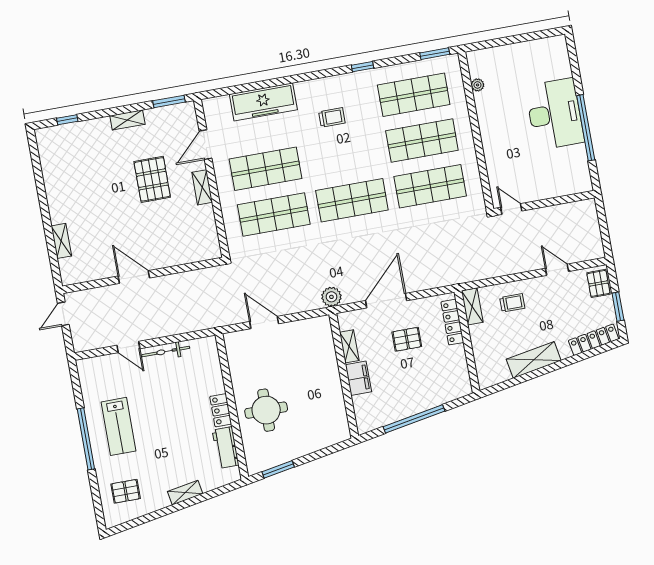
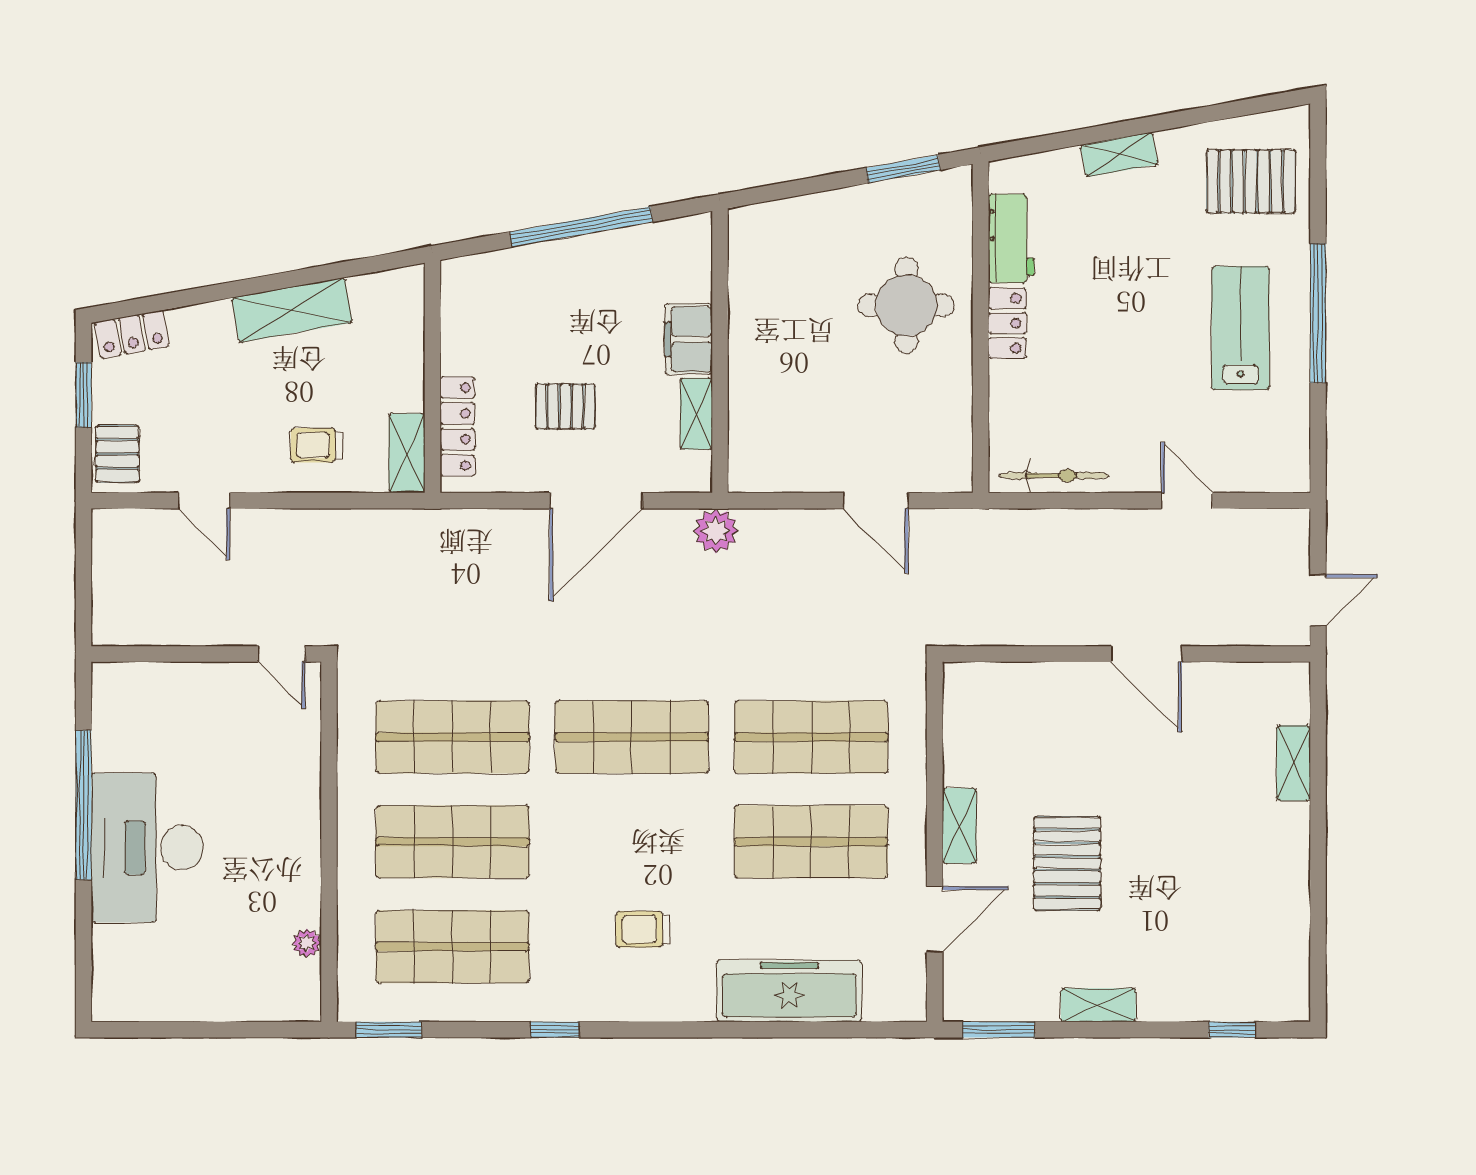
locker: (594, 340) -> (132, 334), width x0.66
bicycle: (166, 352) -> (1054, 476), moved
pallet: (126, 491) -> (1251, 181), width x1.50, depth x1.42

